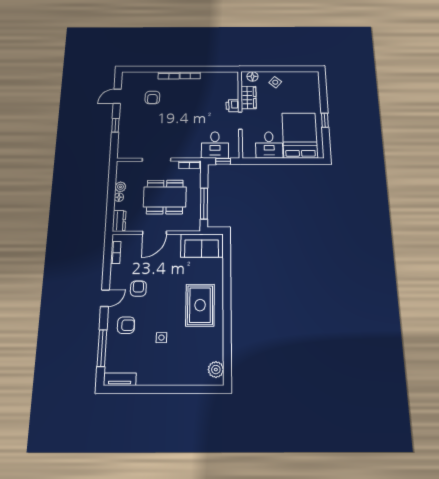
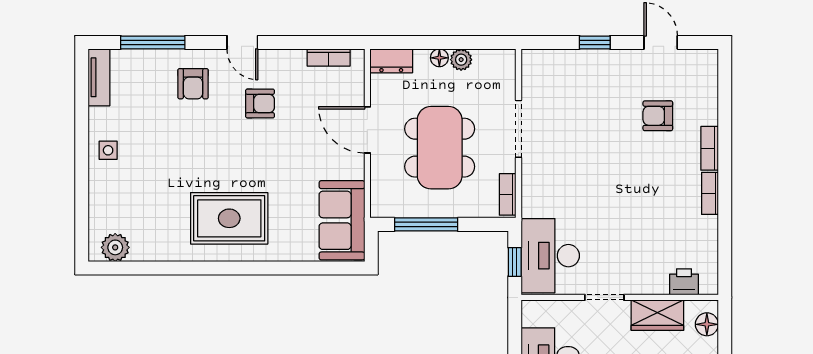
printer: (233, 106) -> (684, 282), moved
desk: (215, 145) -> (550, 256), width x1.37
side table: (161, 338) -> (108, 150), moved

